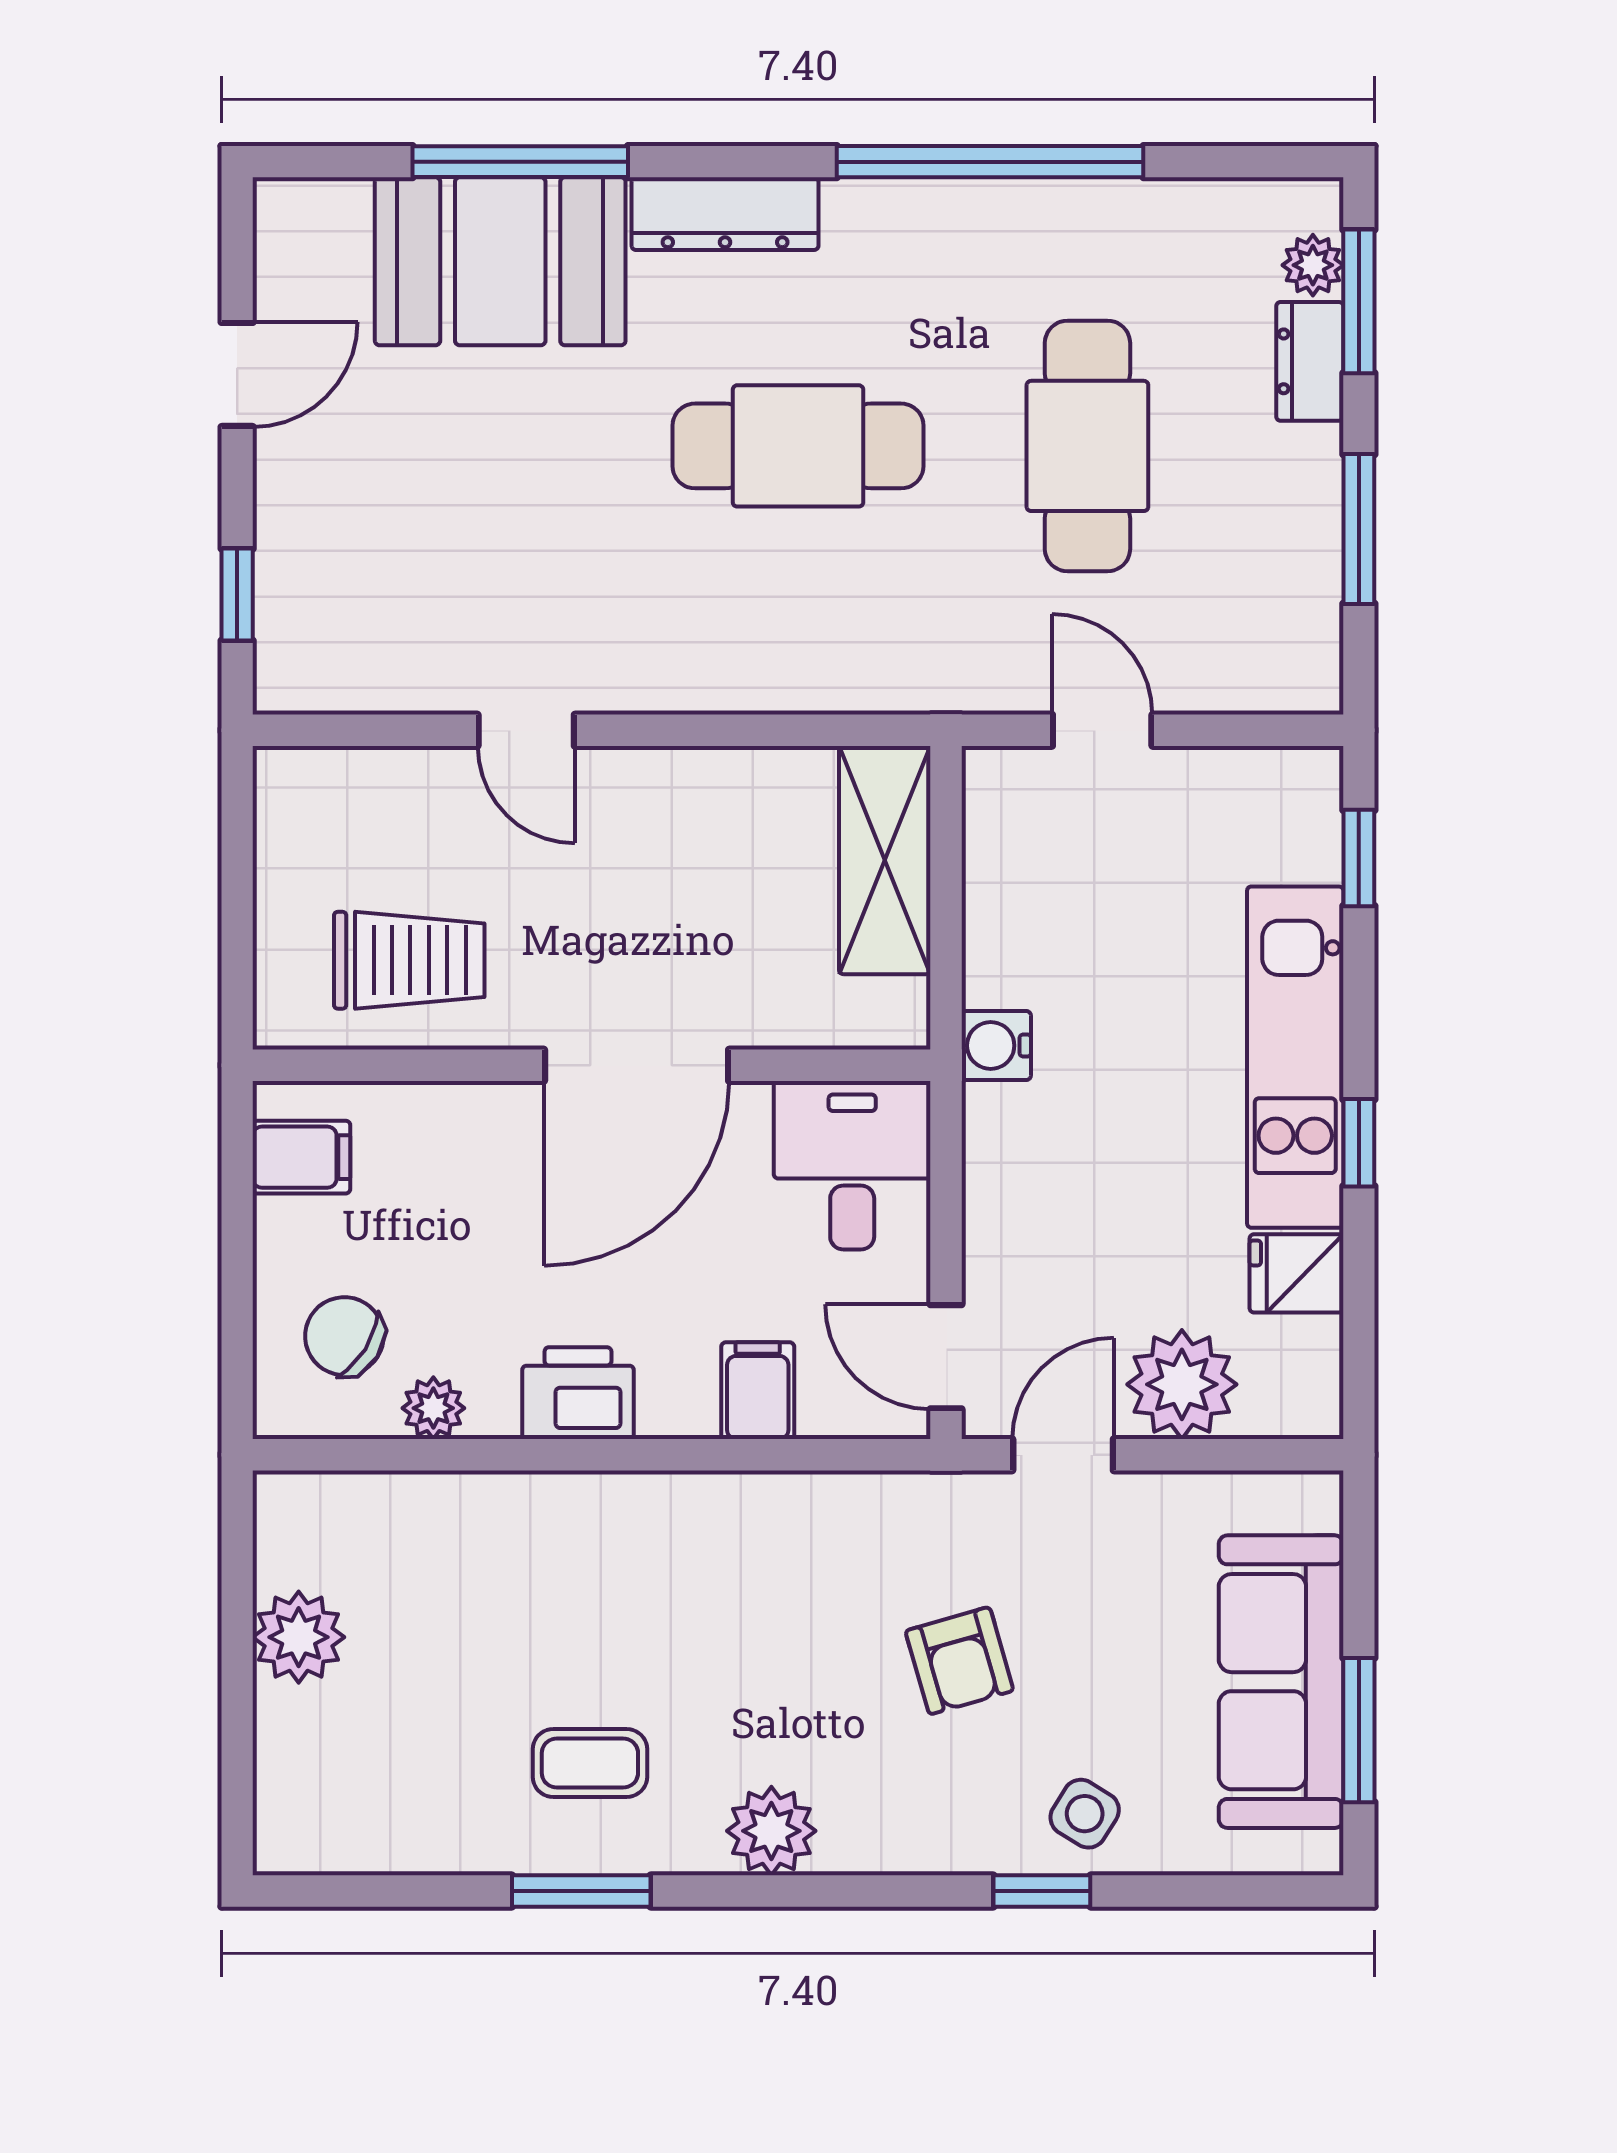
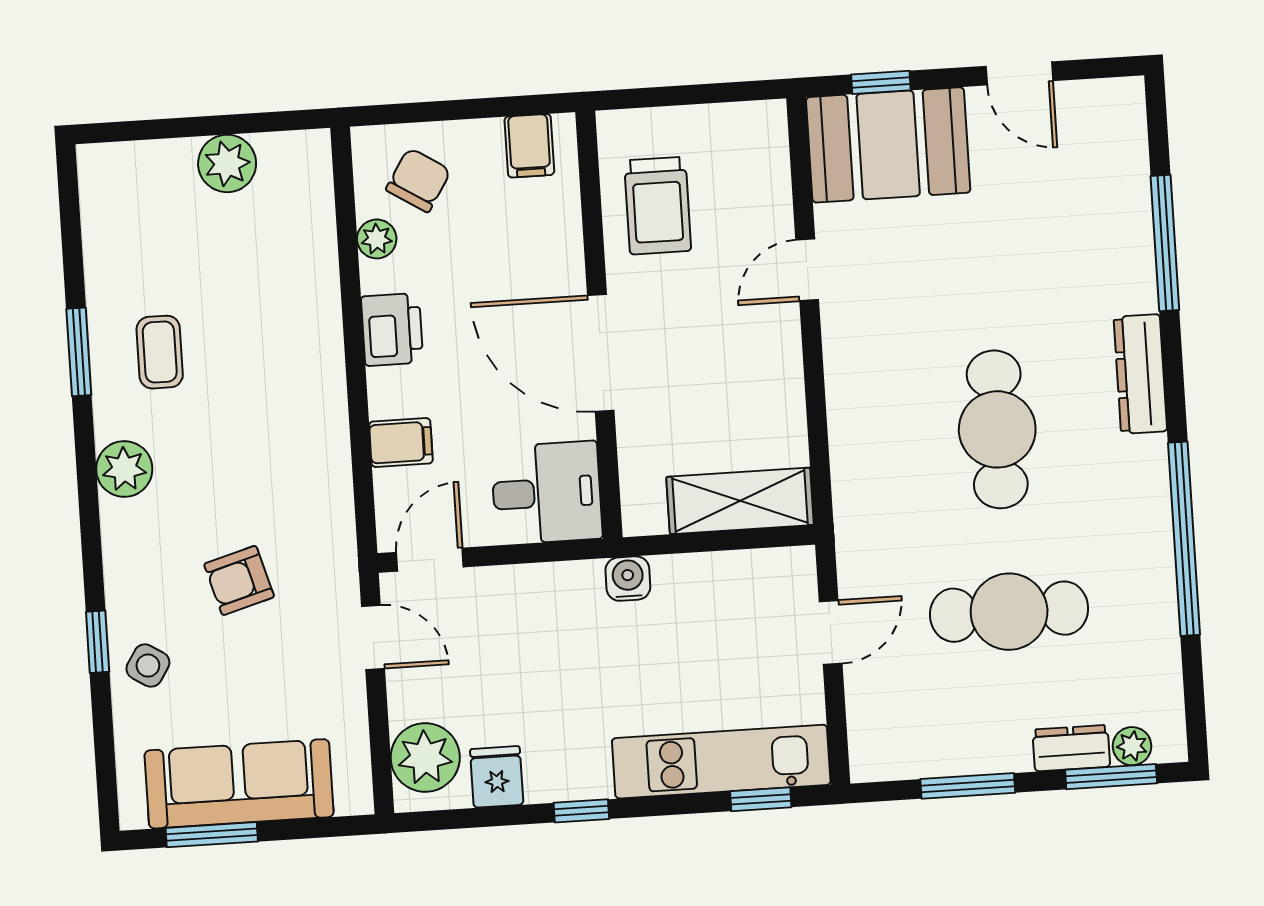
booth: (500, 261) -> (888, 145), moved, turned 90
kitchen unit: (1295, 1057) -> (721, 762), moved
plant: (1182, 1384) -> (425, 757), moved

